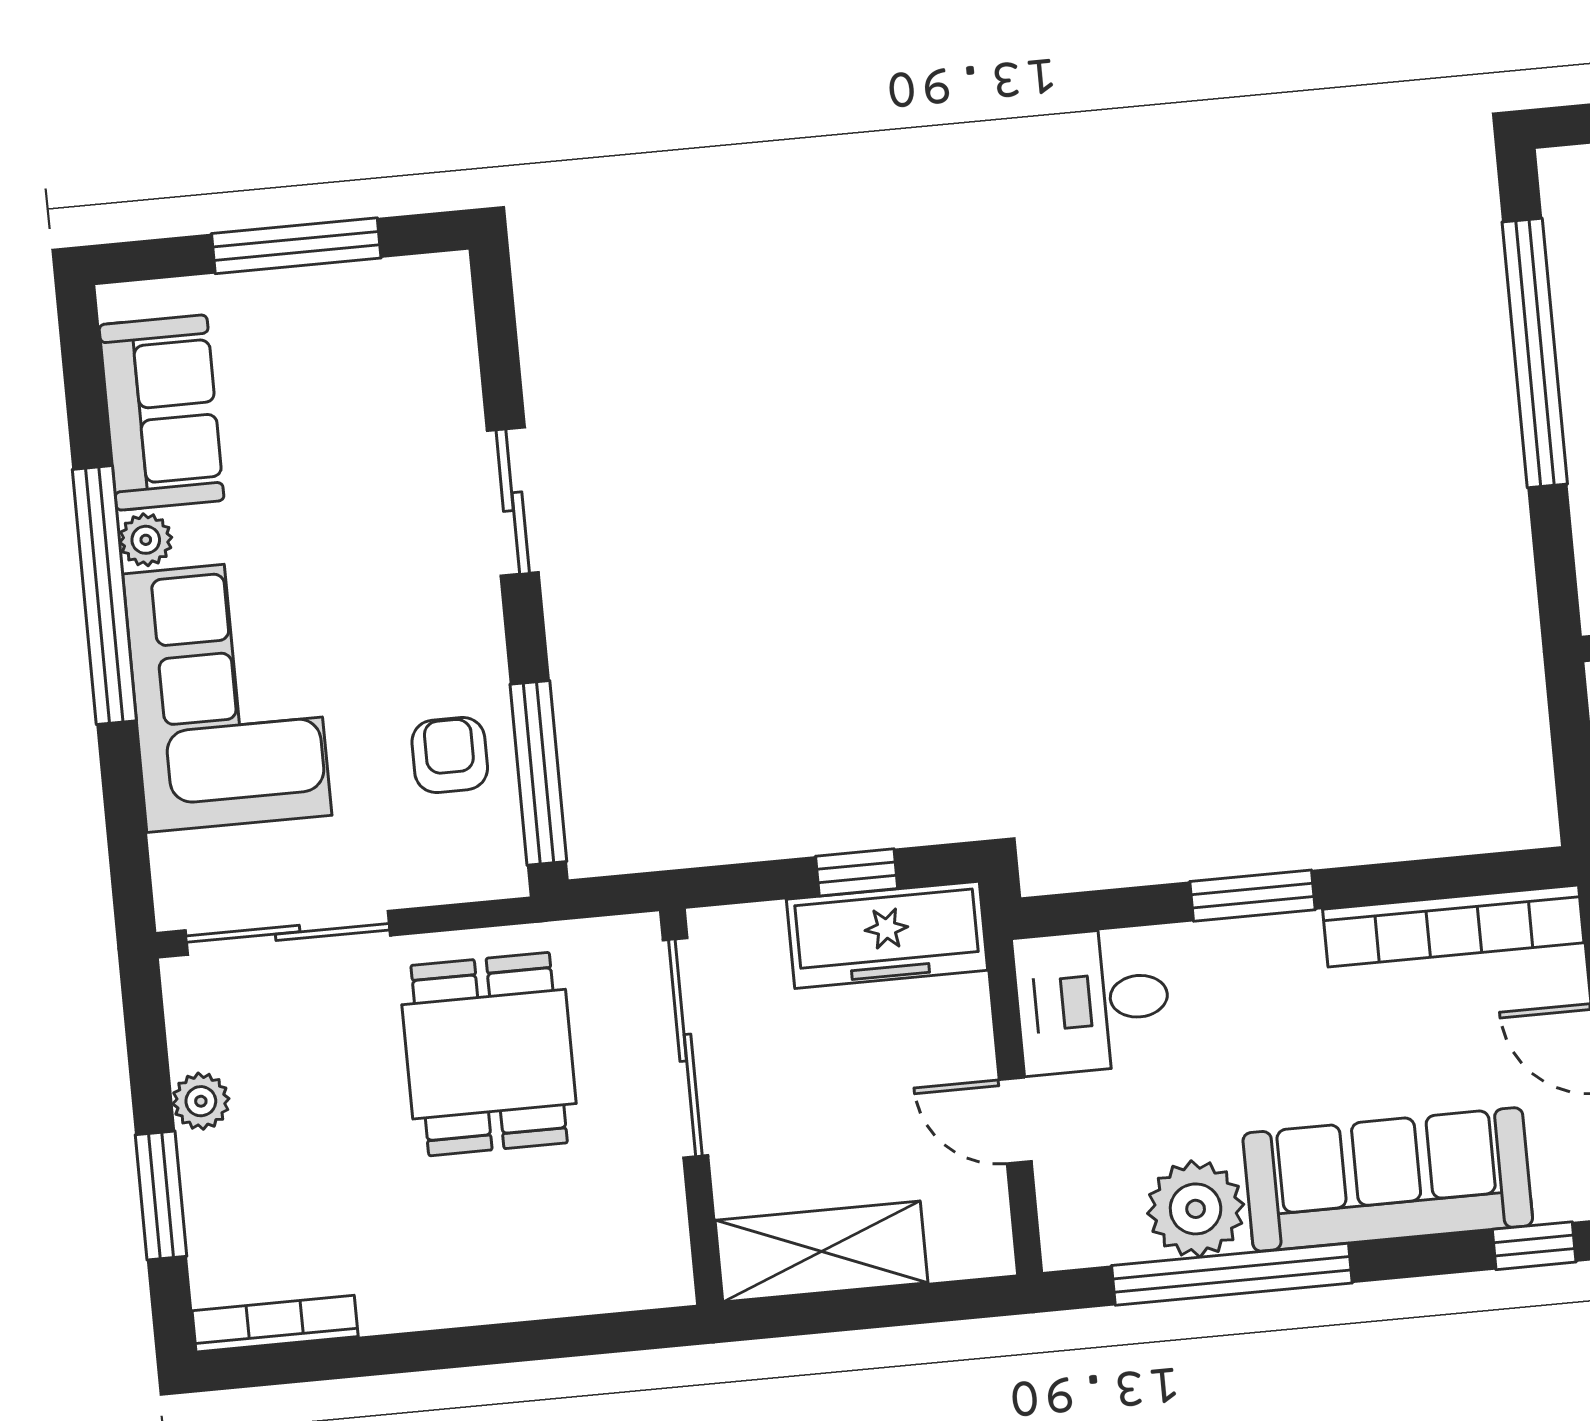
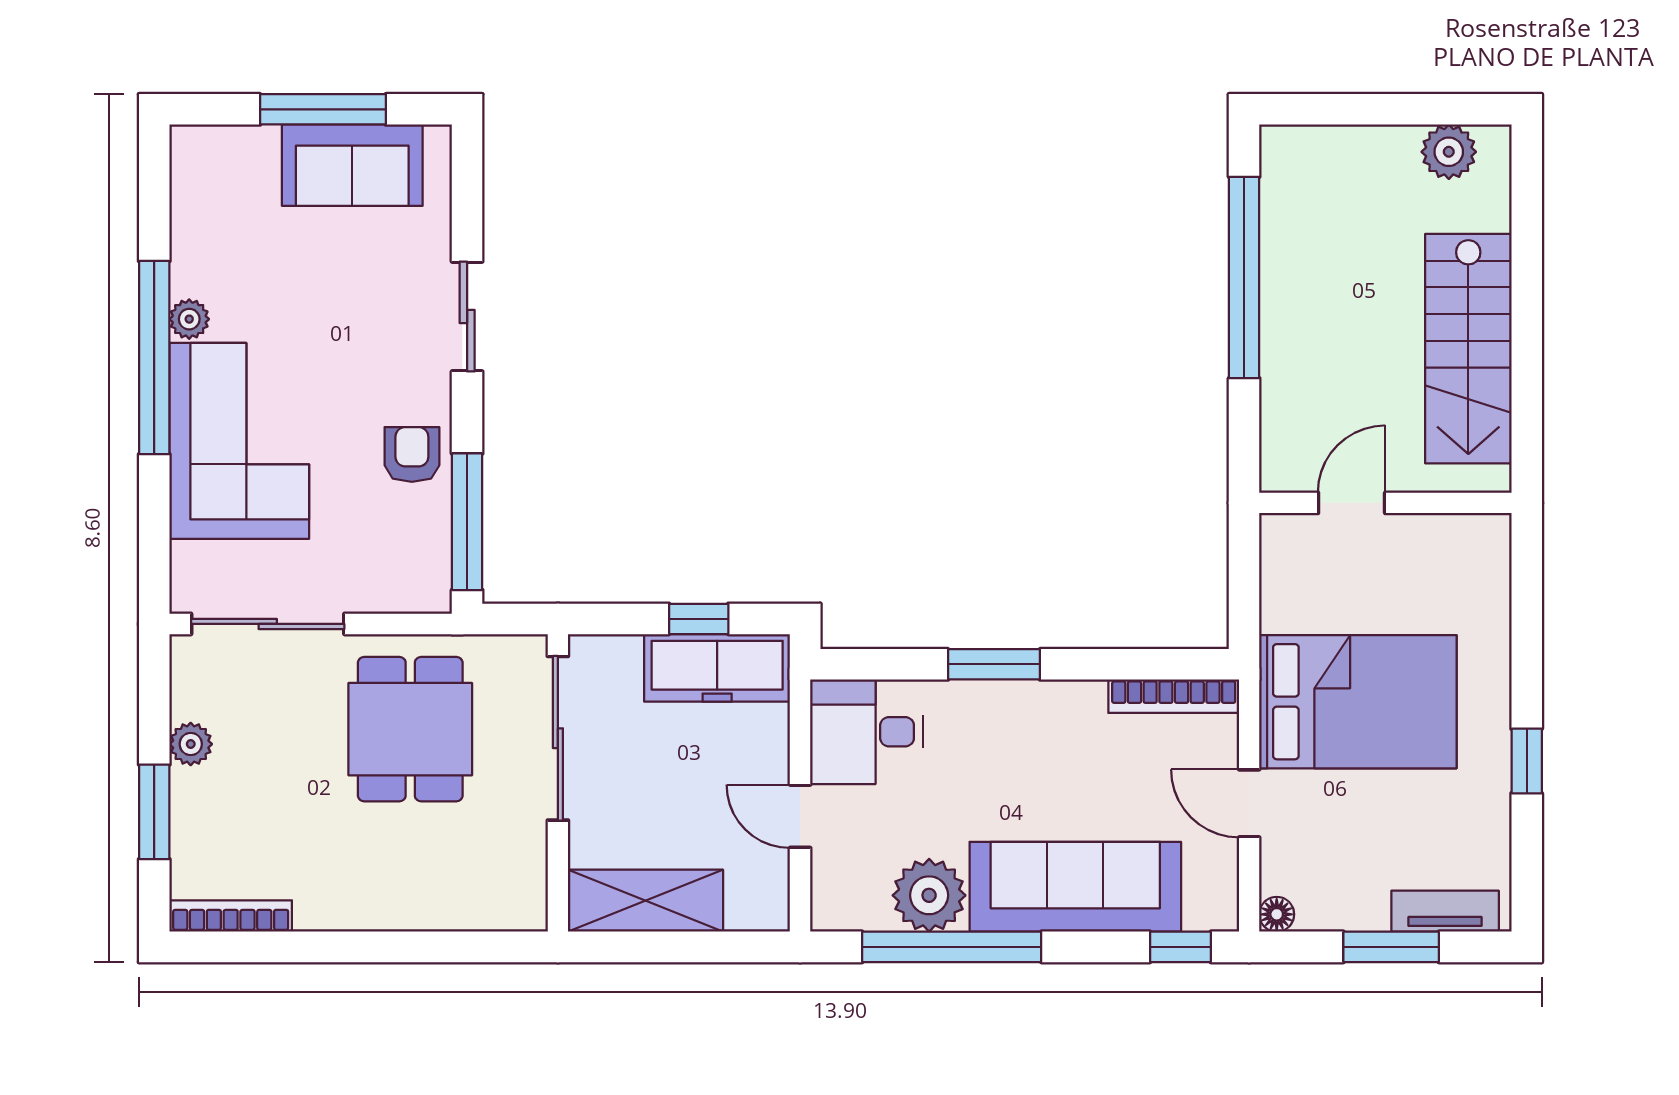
sofa: (162, 413) -> (352, 165), moved, turned 90
armchair: (450, 755) -> (412, 454), moved
bookcase: (1453, 926) -> (1174, 696), width x0.68, depth x0.76

